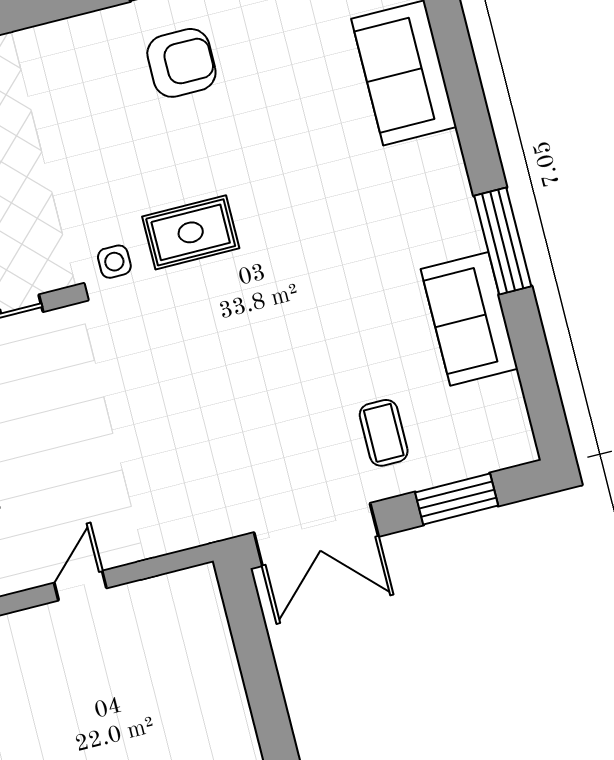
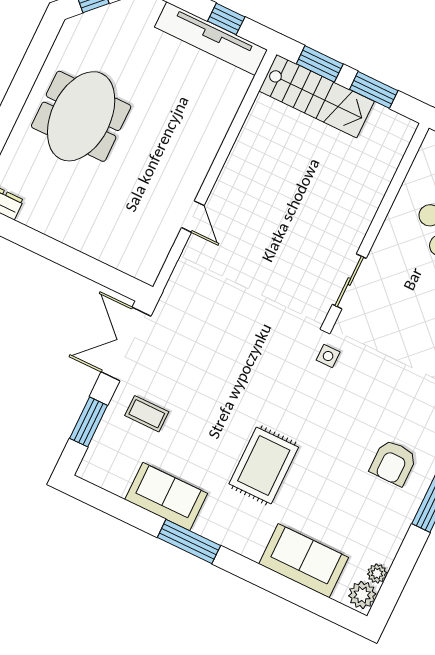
rug: (191, 232) -> (264, 466), moved, width x1.36, depth x1.43

